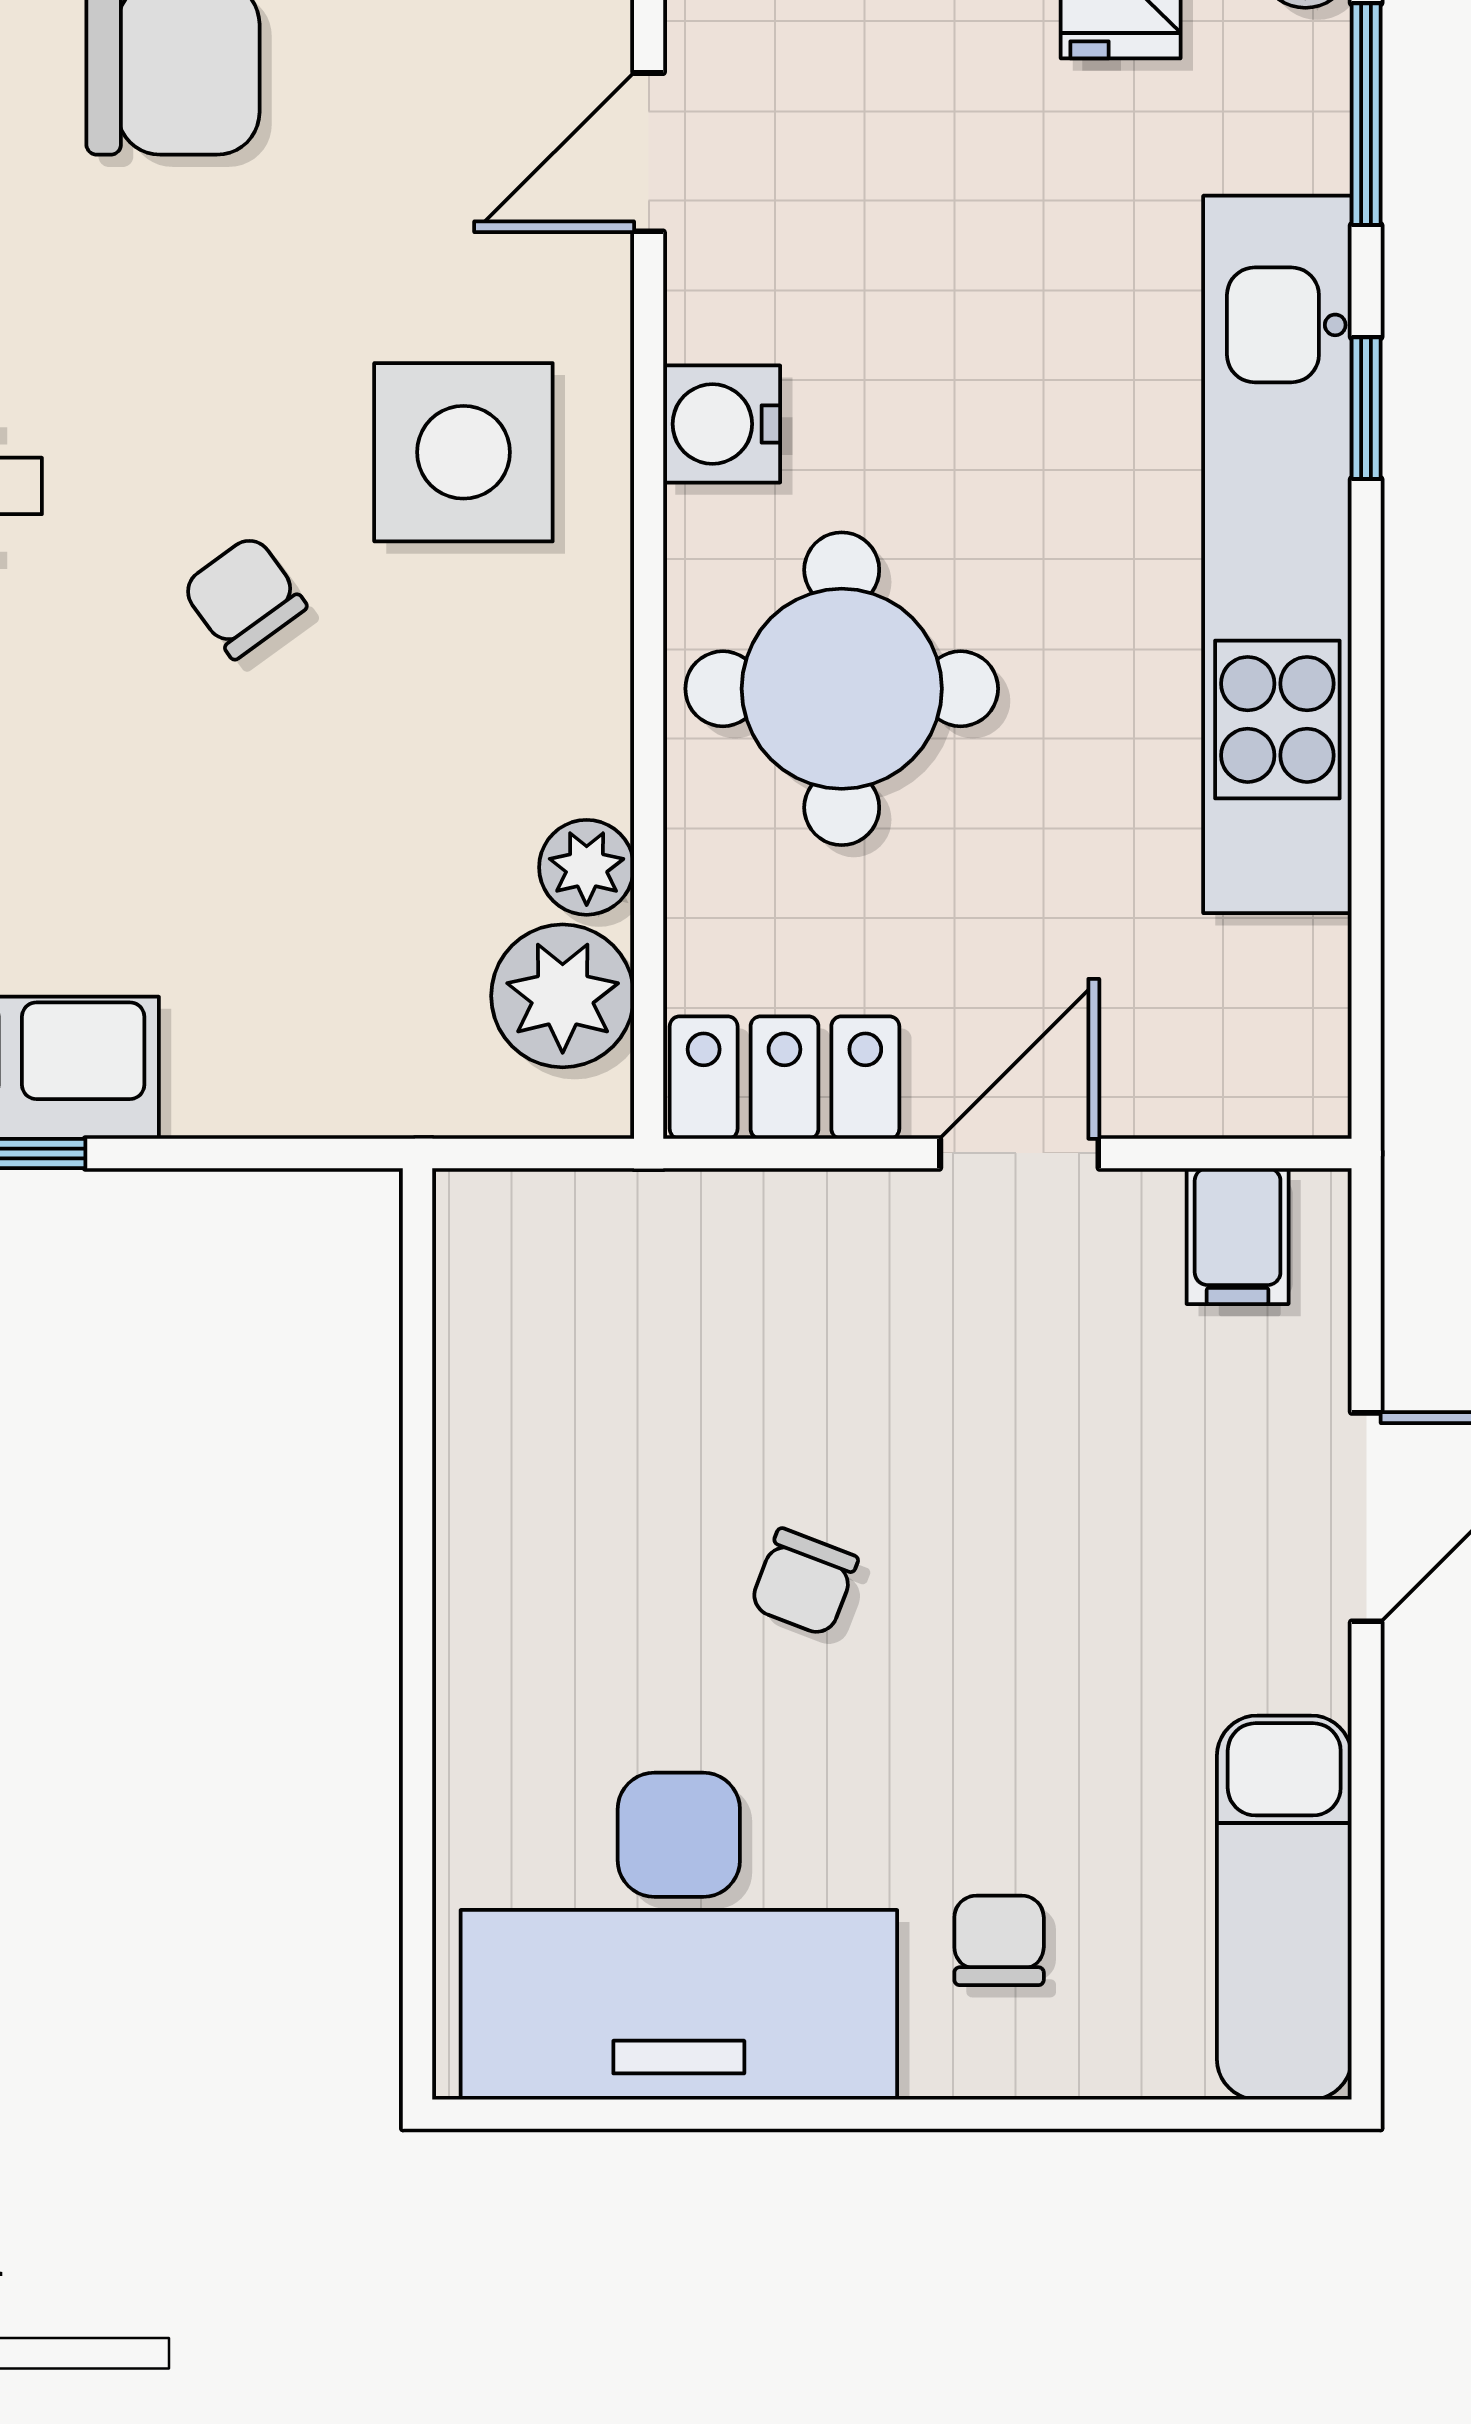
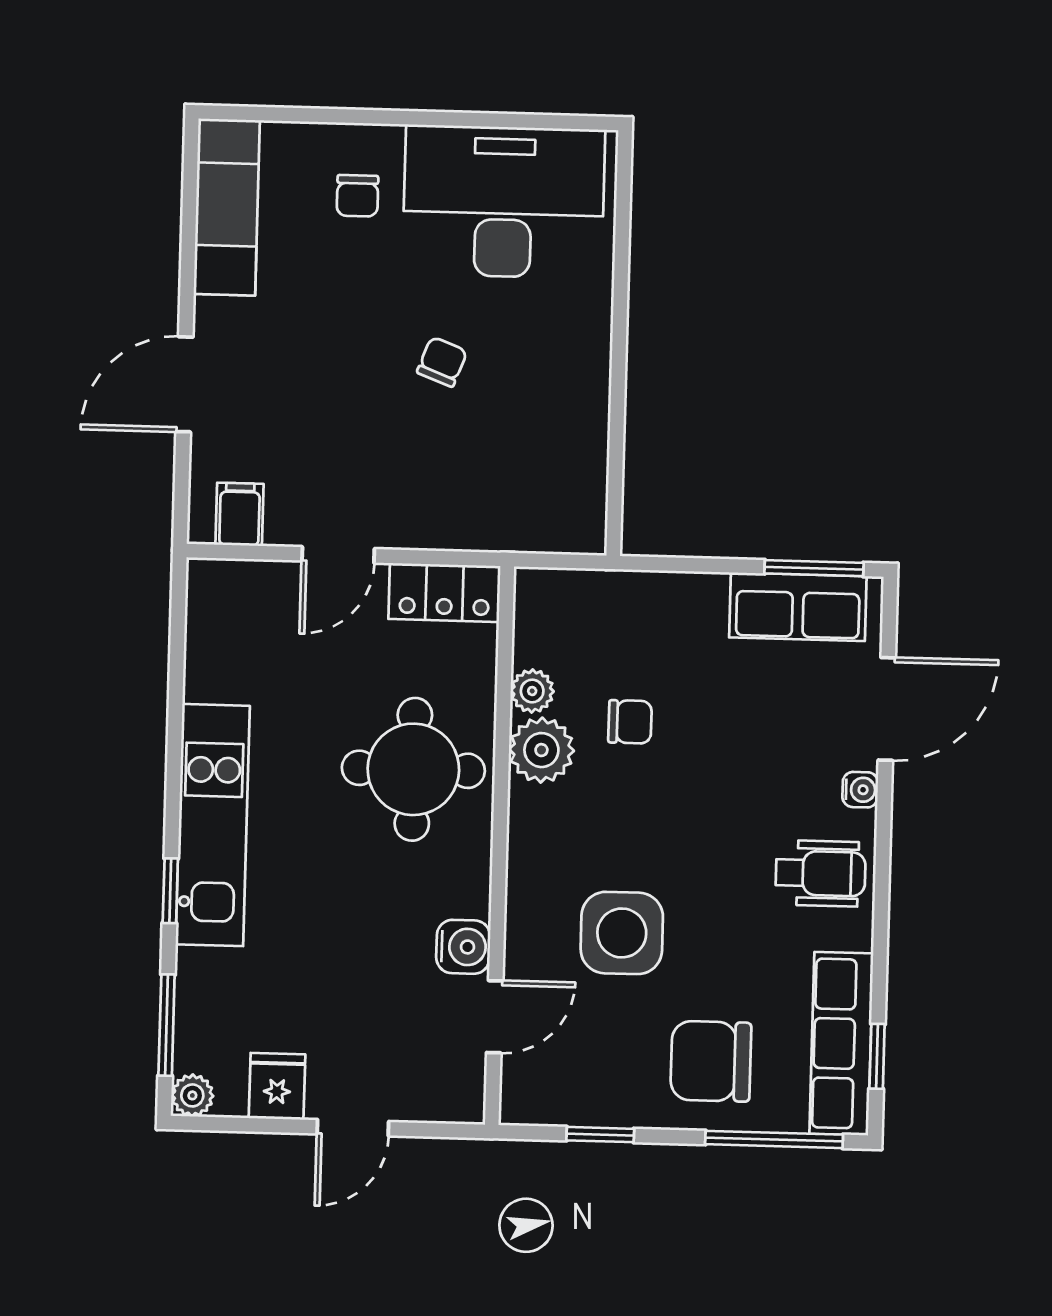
water cooler: (722, 424) -> (463, 947), moved
side table: (463, 452) -> (622, 933), moved
kitchen unit: (1277, 554) -> (213, 825), width x0.73
chair: (244, 597) -> (630, 722), moved, turned -54
plant: (563, 996) -> (541, 750), moved

